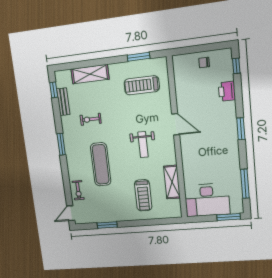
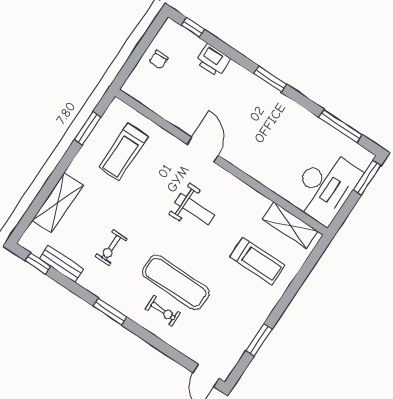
door: (176, 124) -> (203, 150), hinge flipped
shelving: (172, 182) -> (290, 225), moved
exercise bike: (78, 190) -> (163, 311), moved

